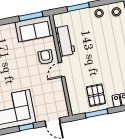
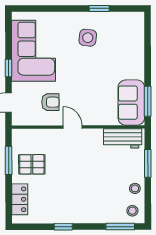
workbench: (65, 41) -> (123, 138), moved
armchair: (46, 57) -> (50, 102), moved

